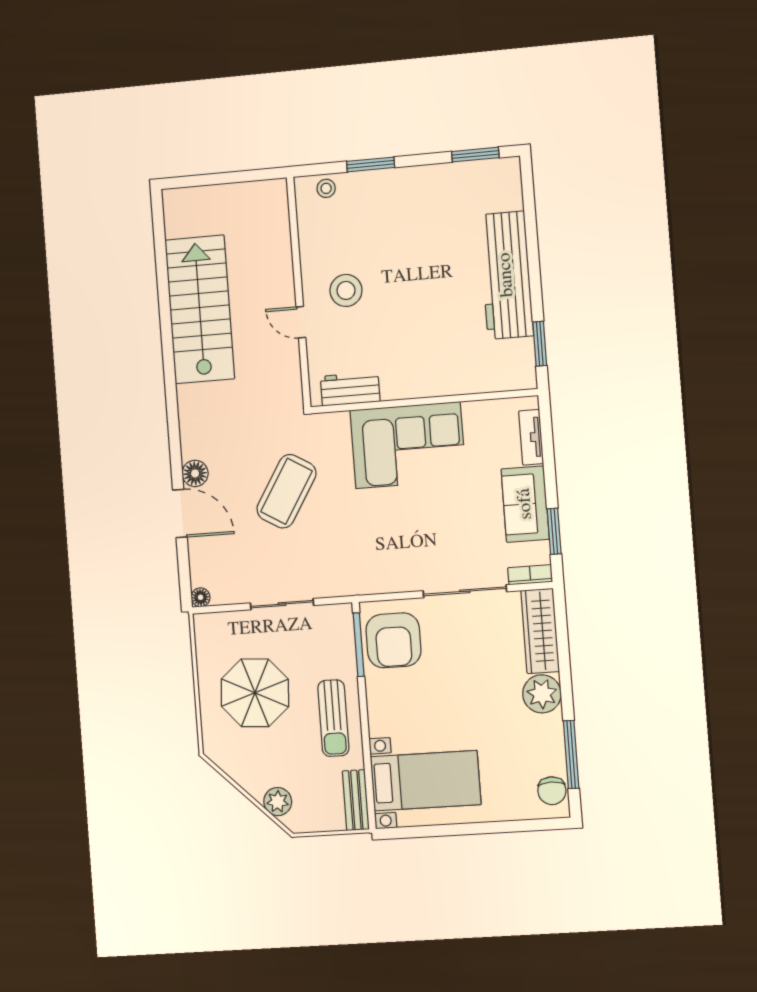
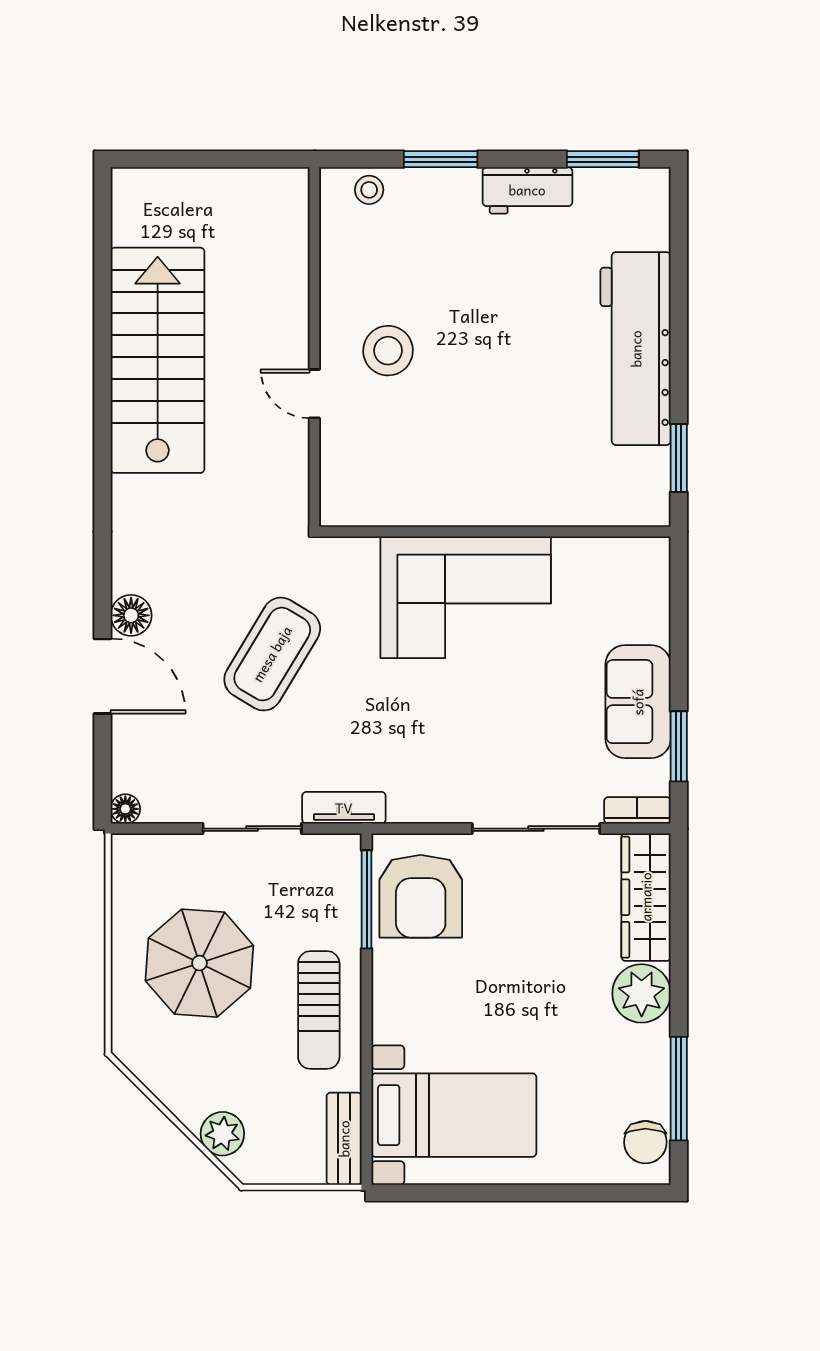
workbench: (350, 389) -> (527, 190), moved, turned 180
tv unit: (531, 437) -> (344, 808), moved, turned 90

